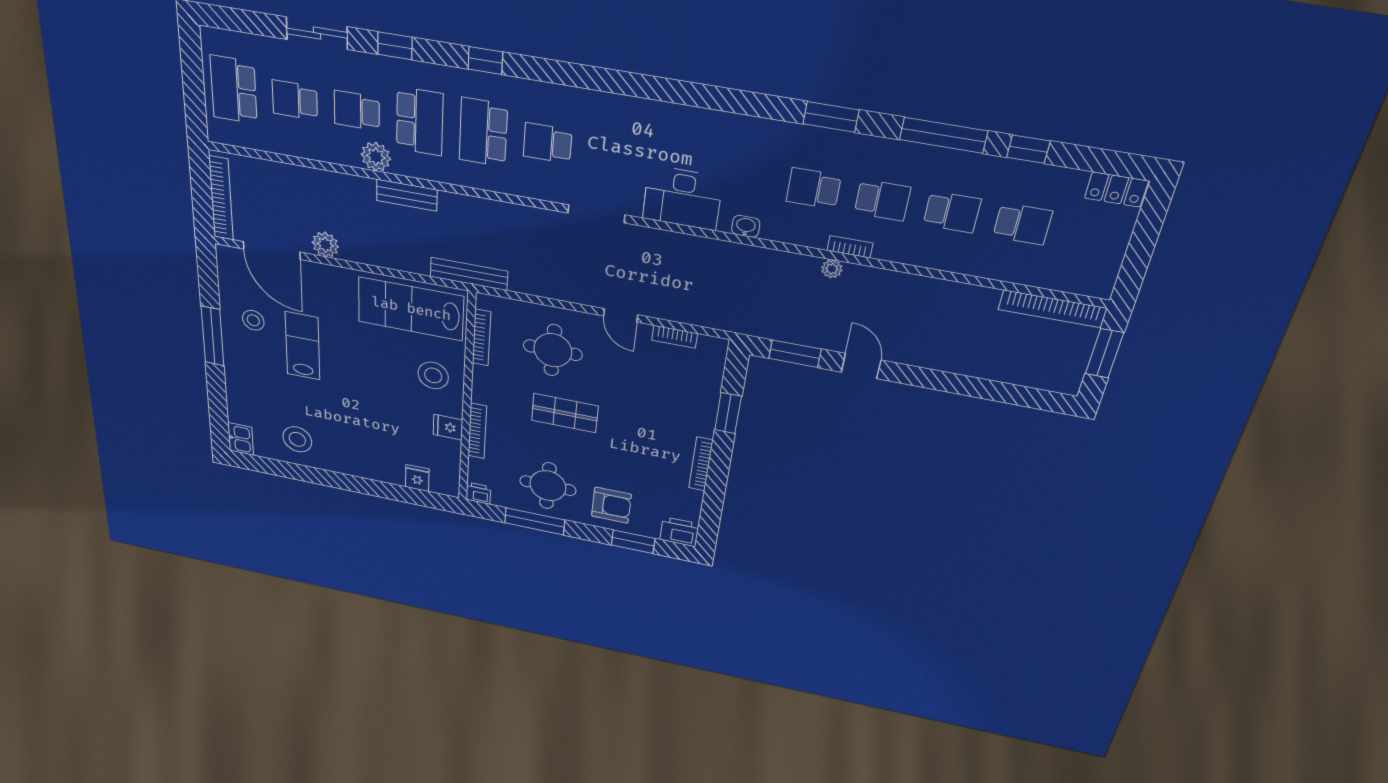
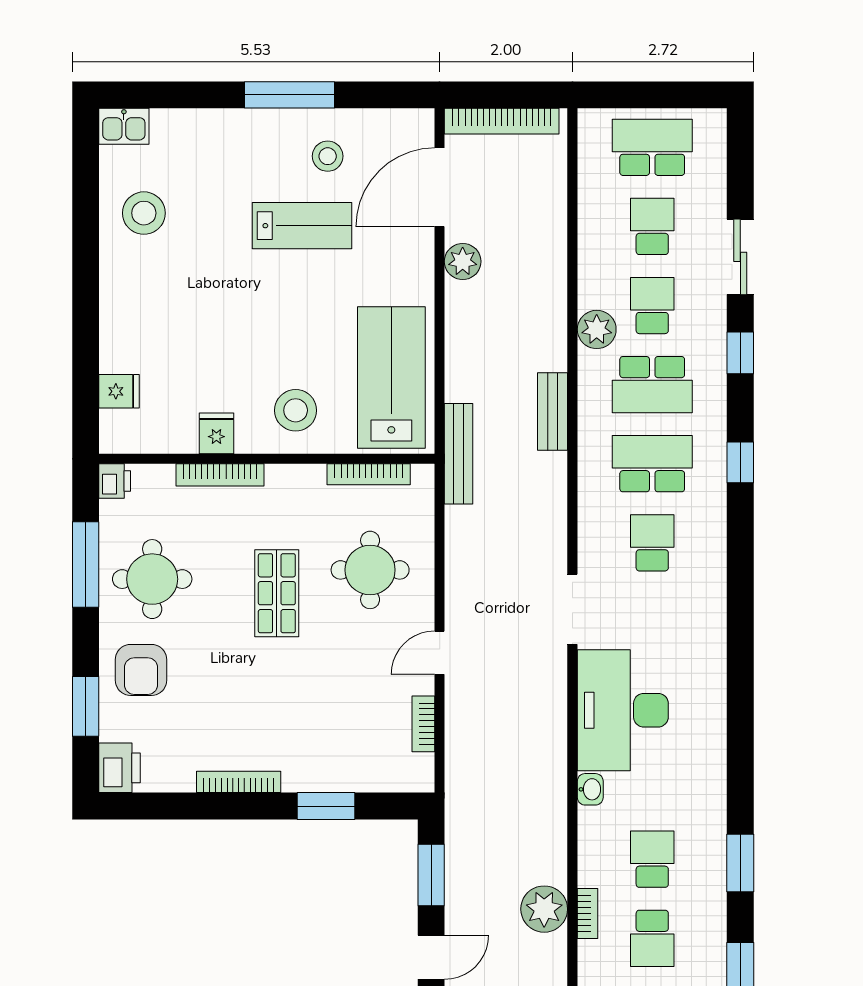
bench: (407, 195) -> (553, 412), moved
desk: (682, 198) -> (623, 710), width x1.36, depth x1.30
plant: (832, 269) -> (544, 909), width x1.87, depth x1.87

